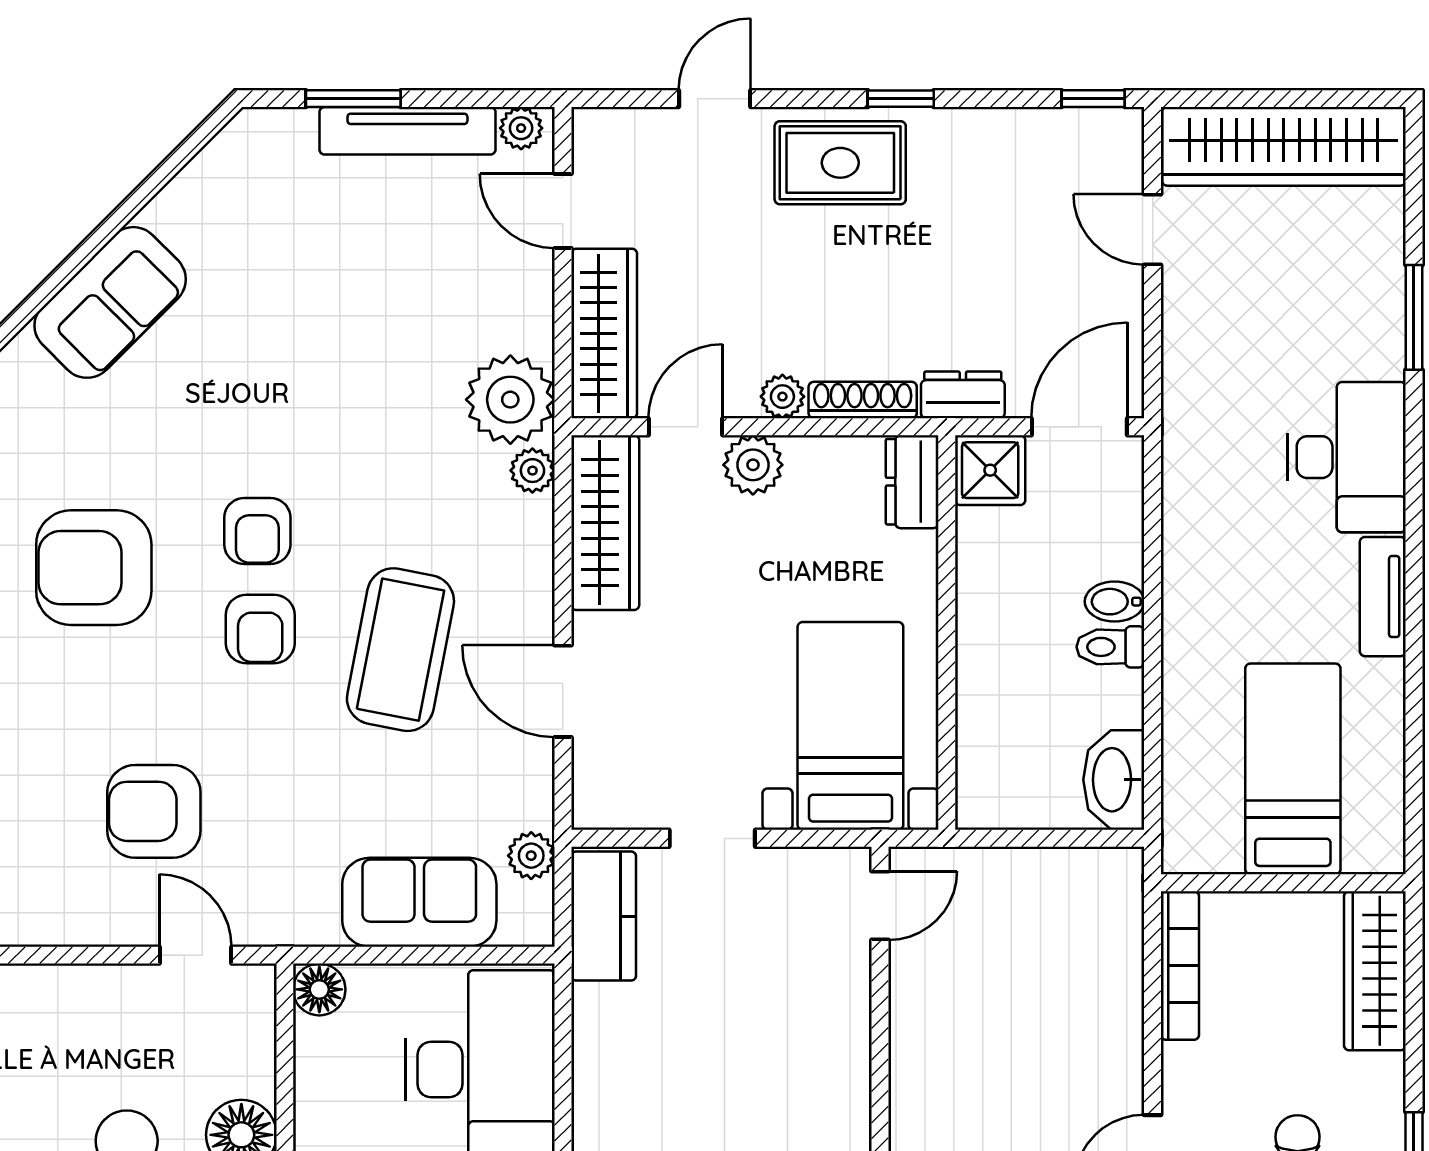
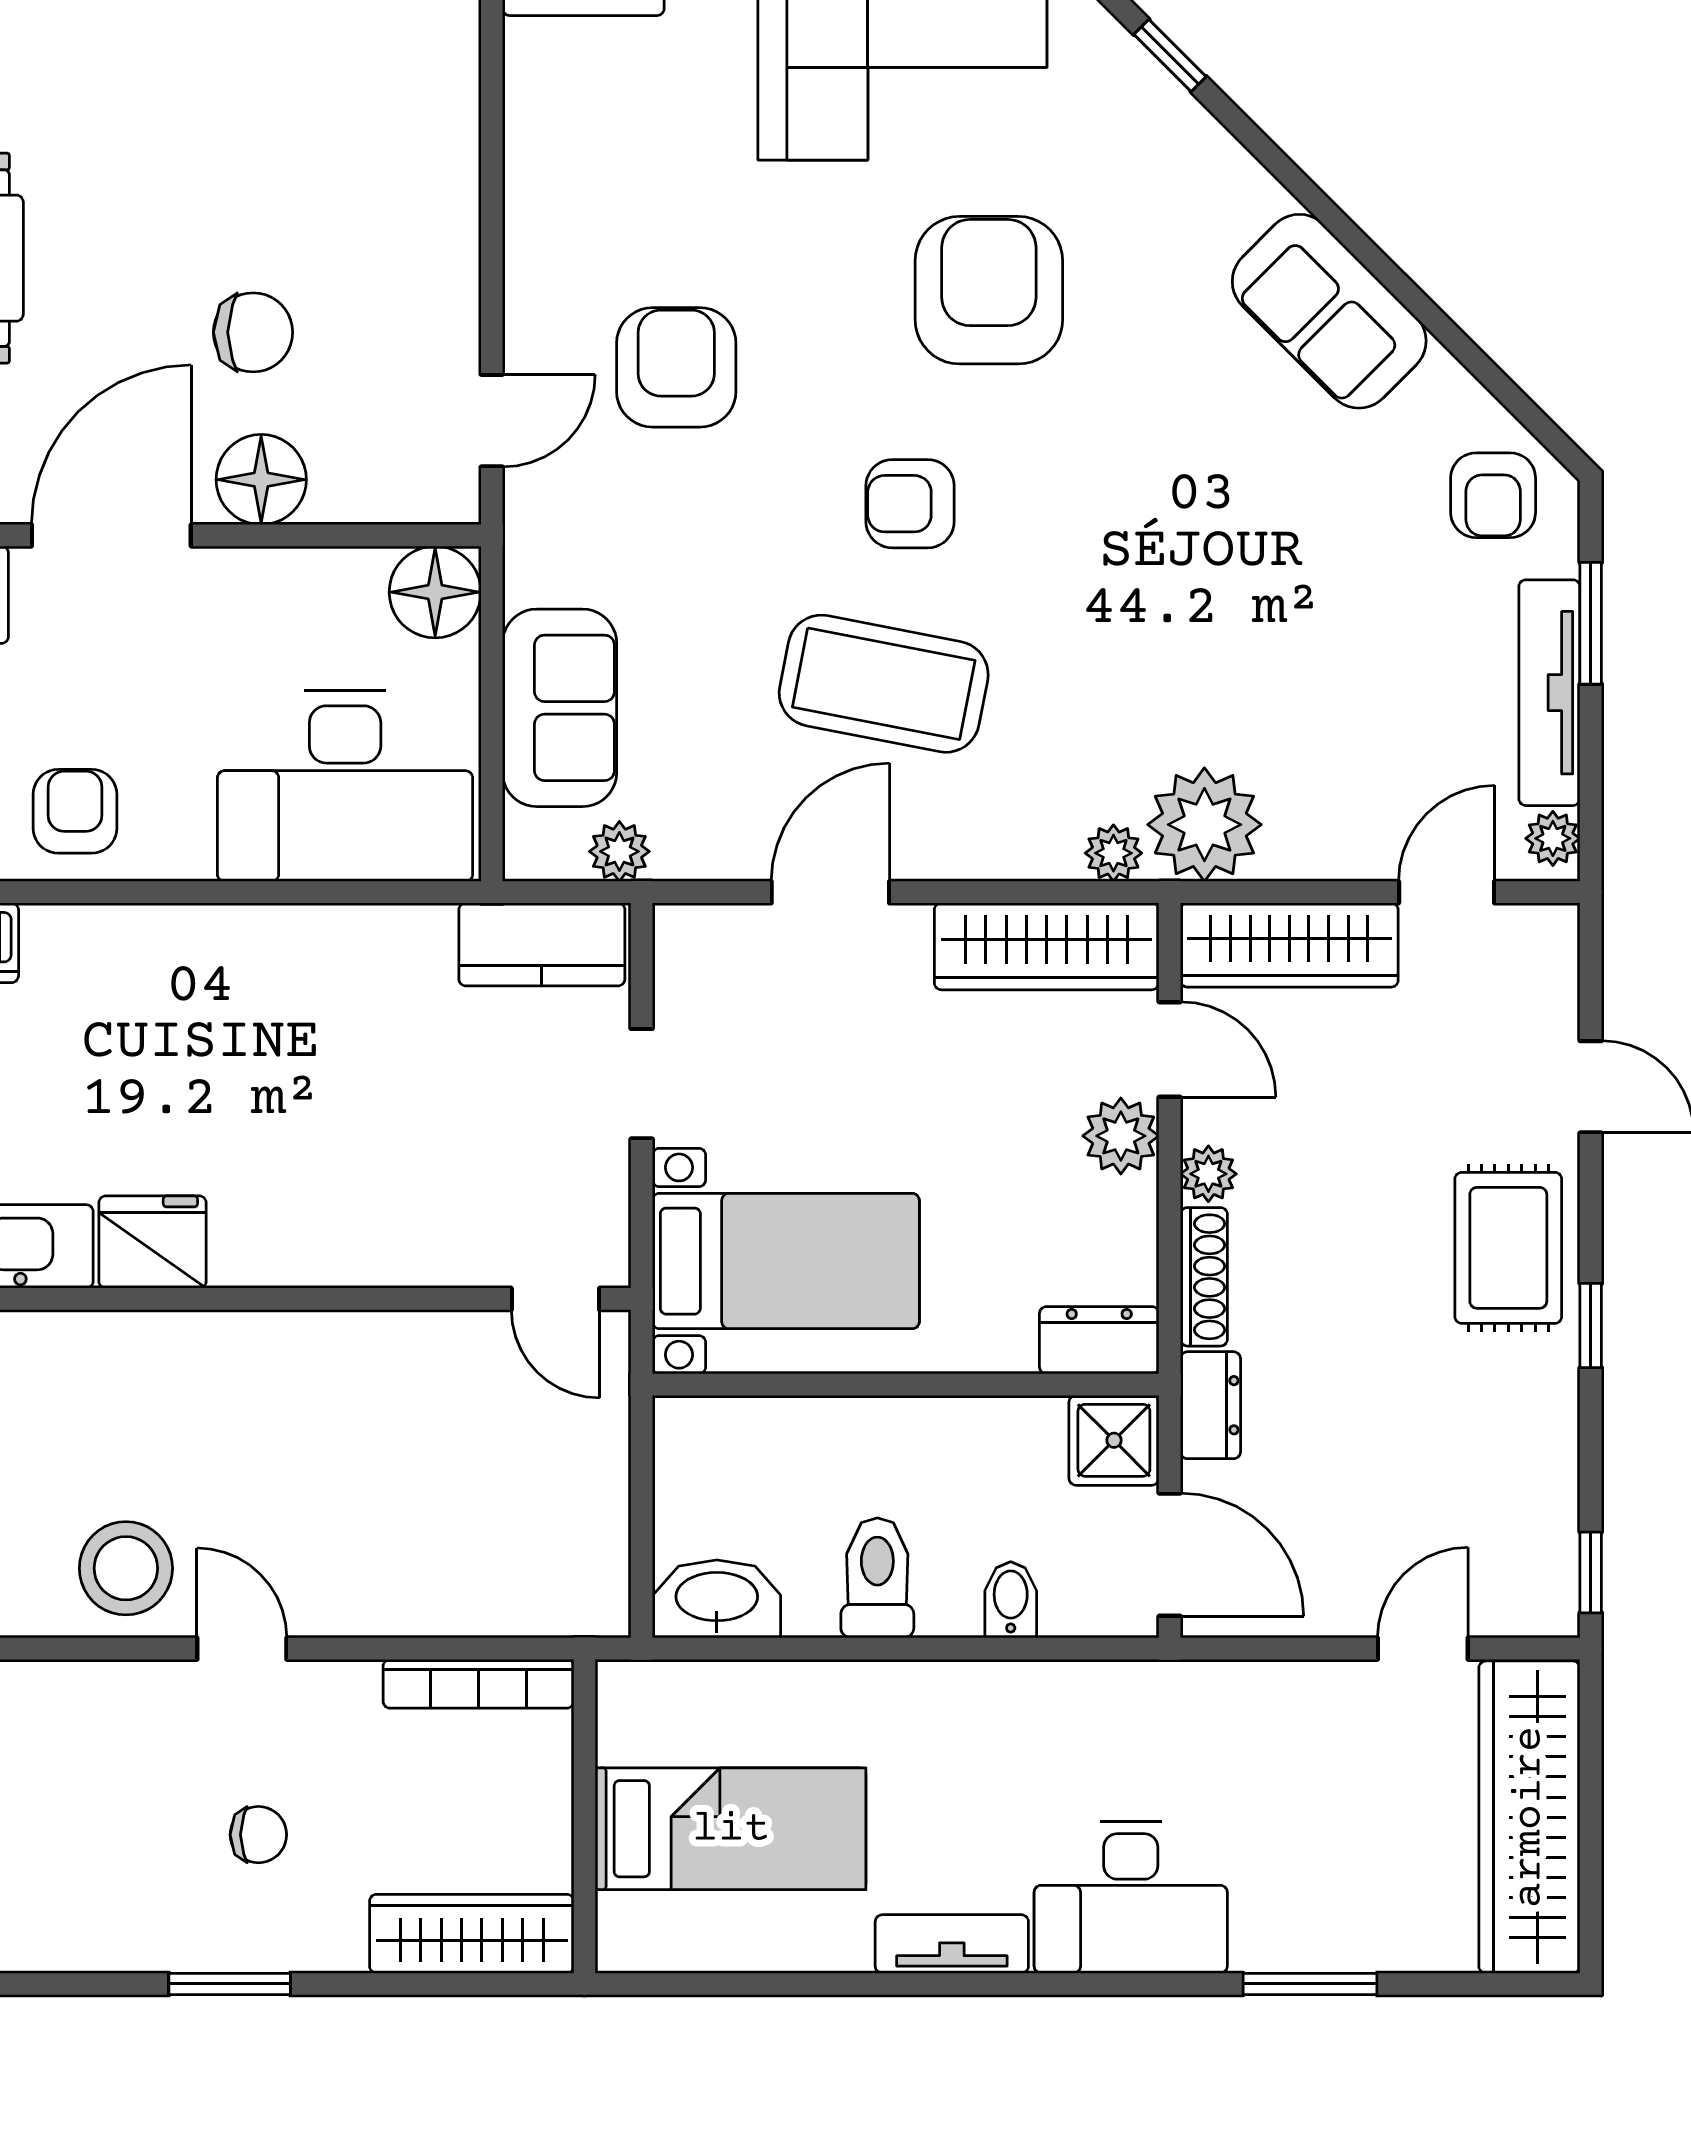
armchair: (257, 531) -> (1493, 495), moved, turned -90
bidet: (1115, 602) -> (1011, 1600), moved
toilet: (1110, 647) -> (877, 1578), width x1.37, depth x1.39
floor lamp: (319, 989) -> (435, 592), width x1.38, depth x1.38

